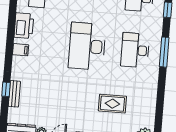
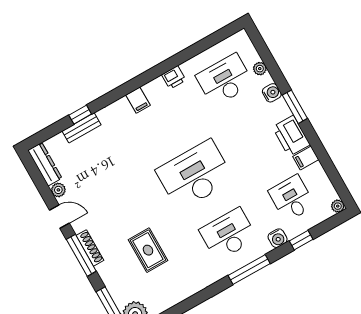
water cooler: (157, 23) -> (278, 238), added
printer: (24, 26) -> (174, 77), width x0.53, depth x0.68

